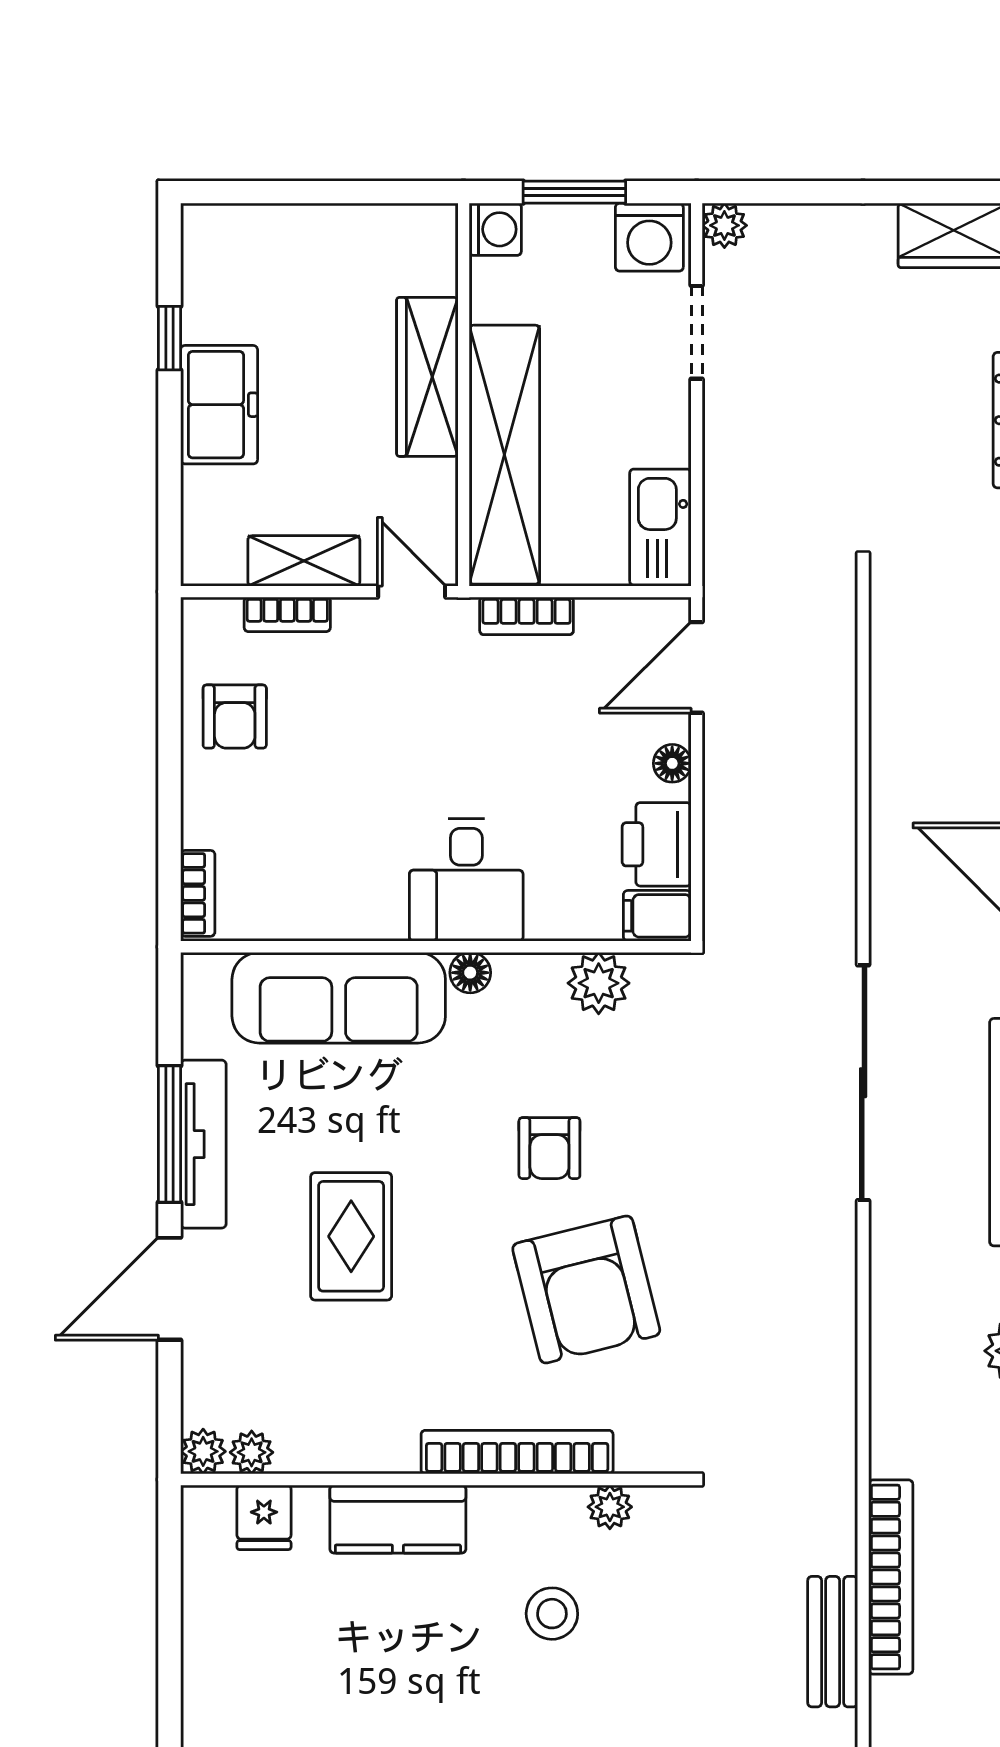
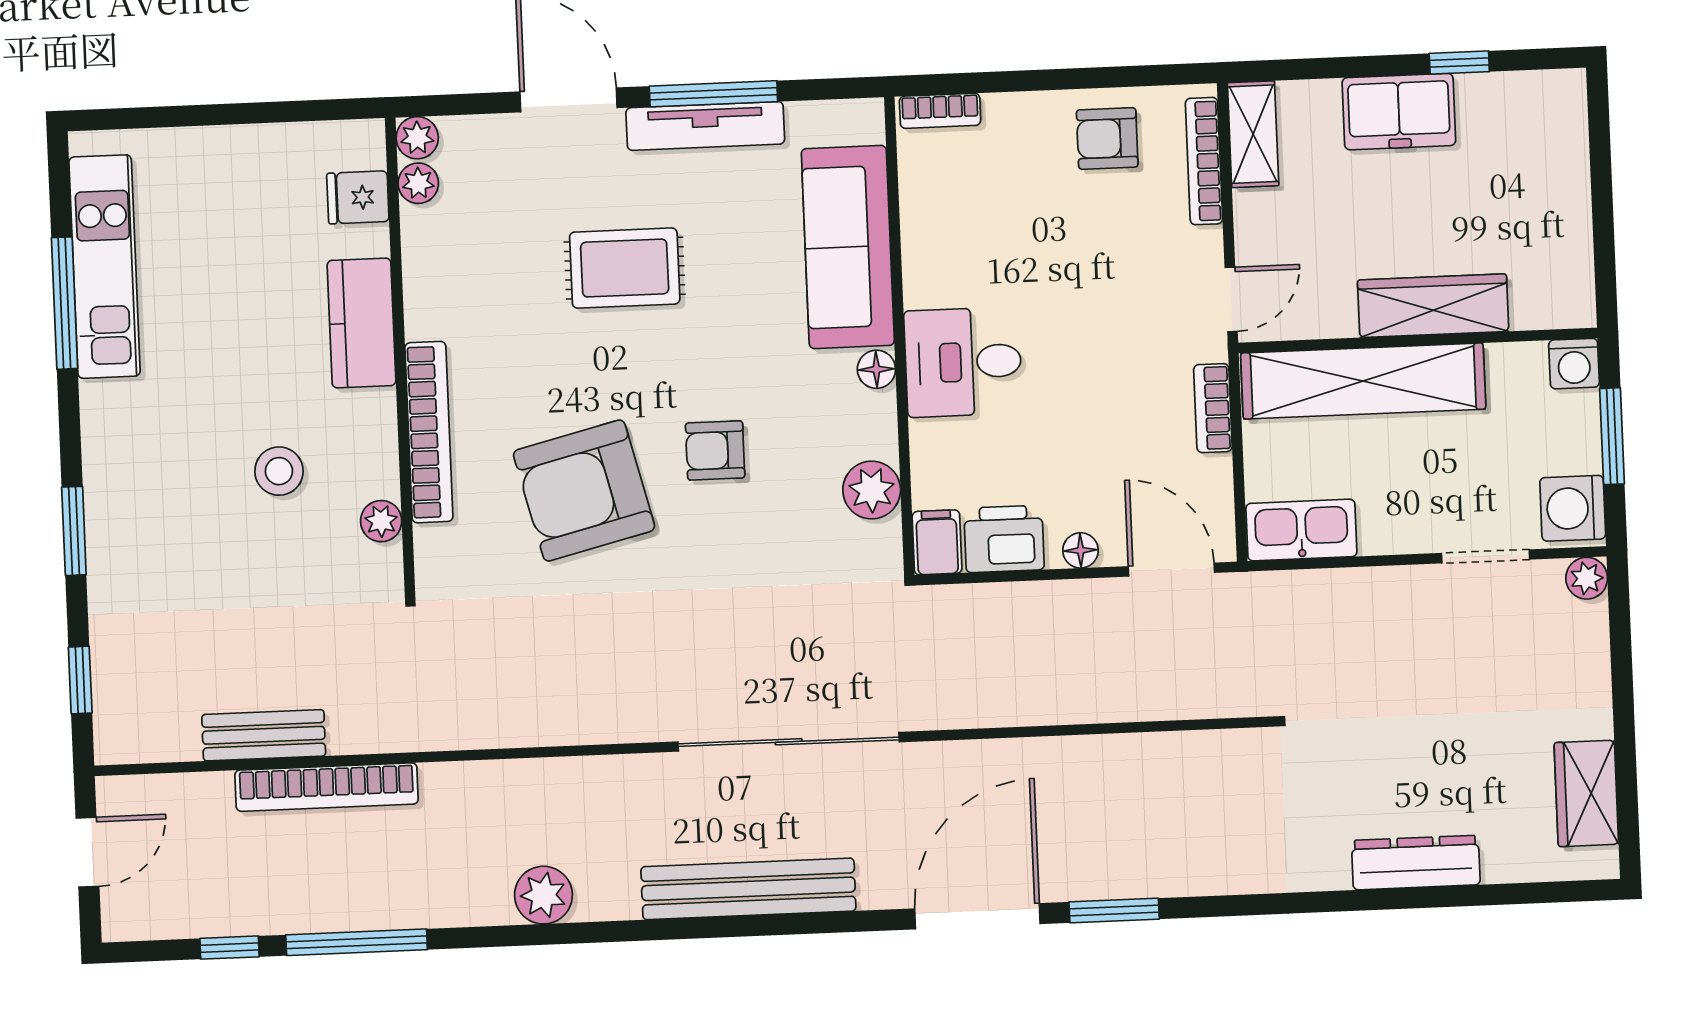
shelving: (304, 561) -> (1253, 134), moved
bookcase: (287, 614) -> (1204, 161), width x1.56

